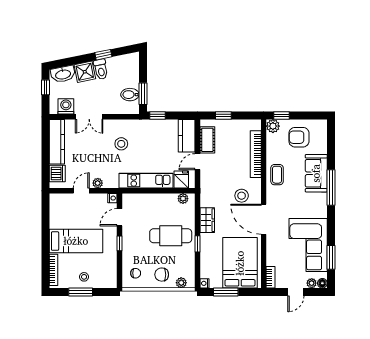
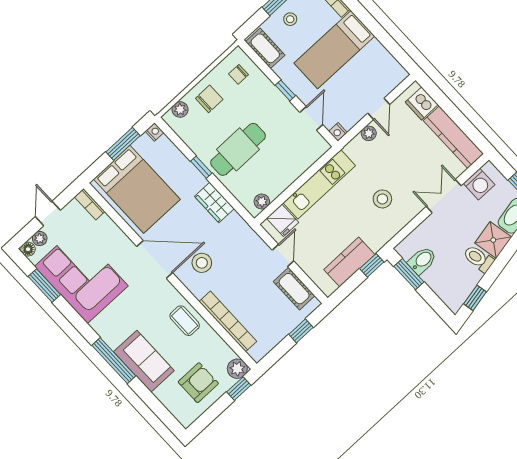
window: (103, 55) -> (475, 298), moved
kitchen counter: (187, 136) -> (349, 262), moved, turned -90
cot: (110, 274) -> (265, 48), added

